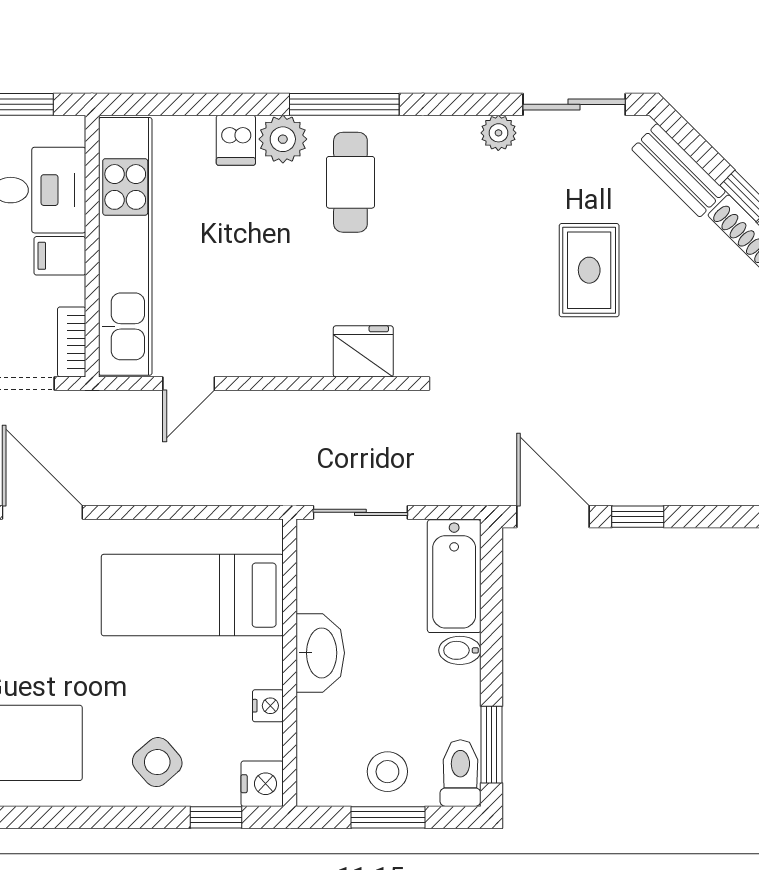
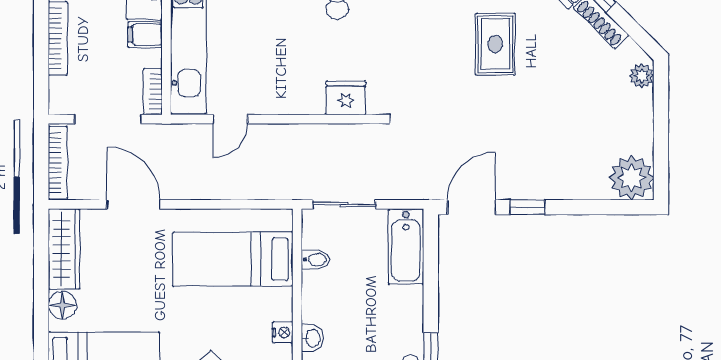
door: (553, 517) -> (471, 207), hinge flipped
bidet: (460, 650) -> (315, 260), moved, turned 180
washbasin: (320, 653) -> (312, 338), moved, width x0.52, depth x0.69

